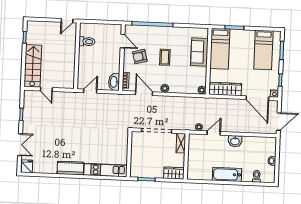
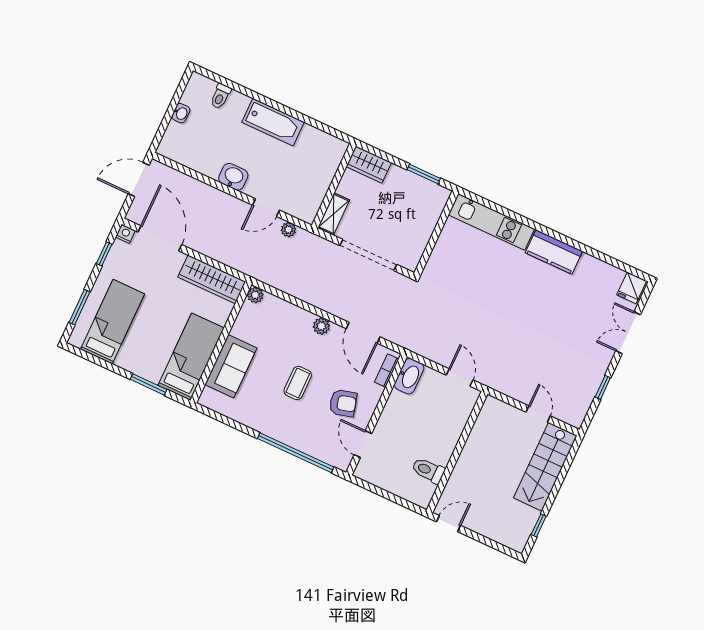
door: (90, 91) -> (460, 377), swing flipped

